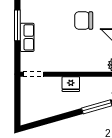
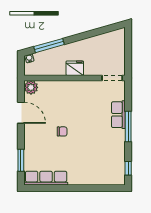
chair: (84, 20) -> (62, 131), width x0.54, depth x0.54

